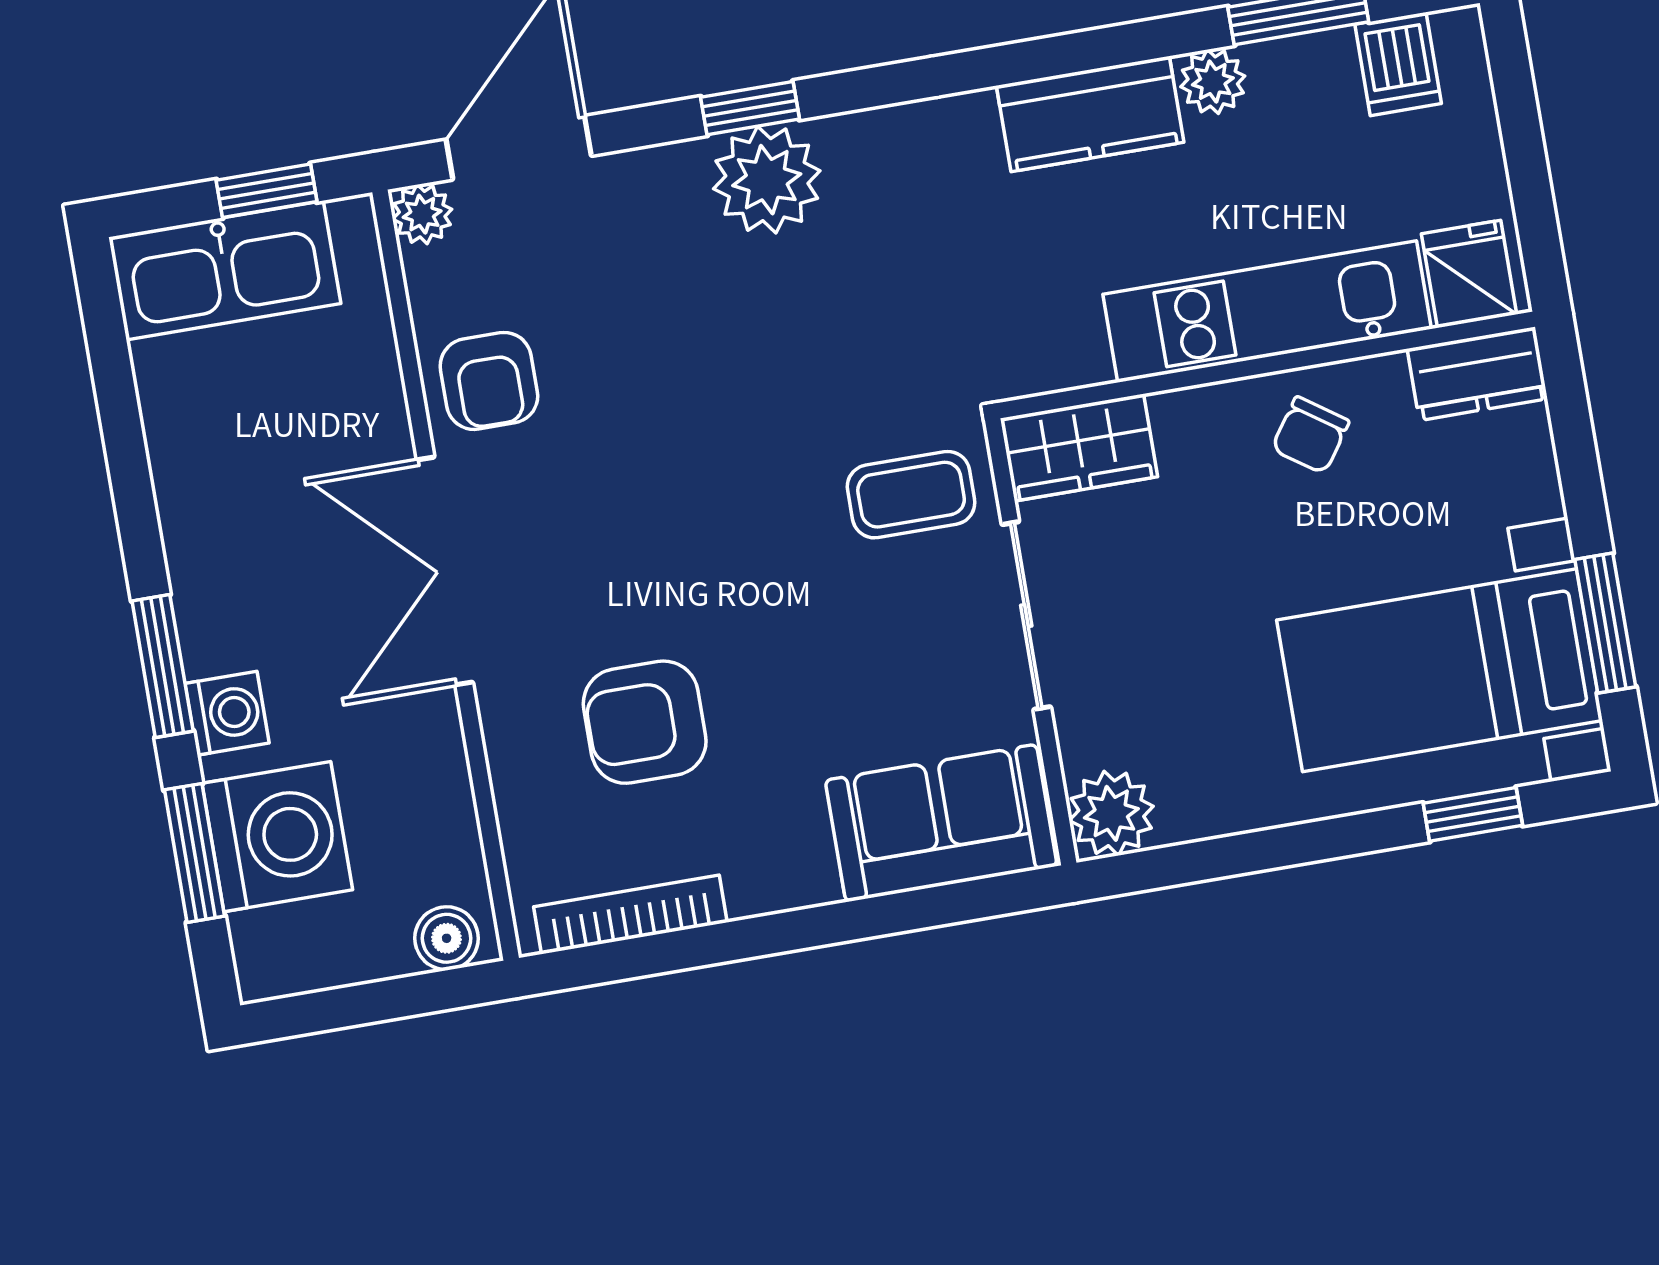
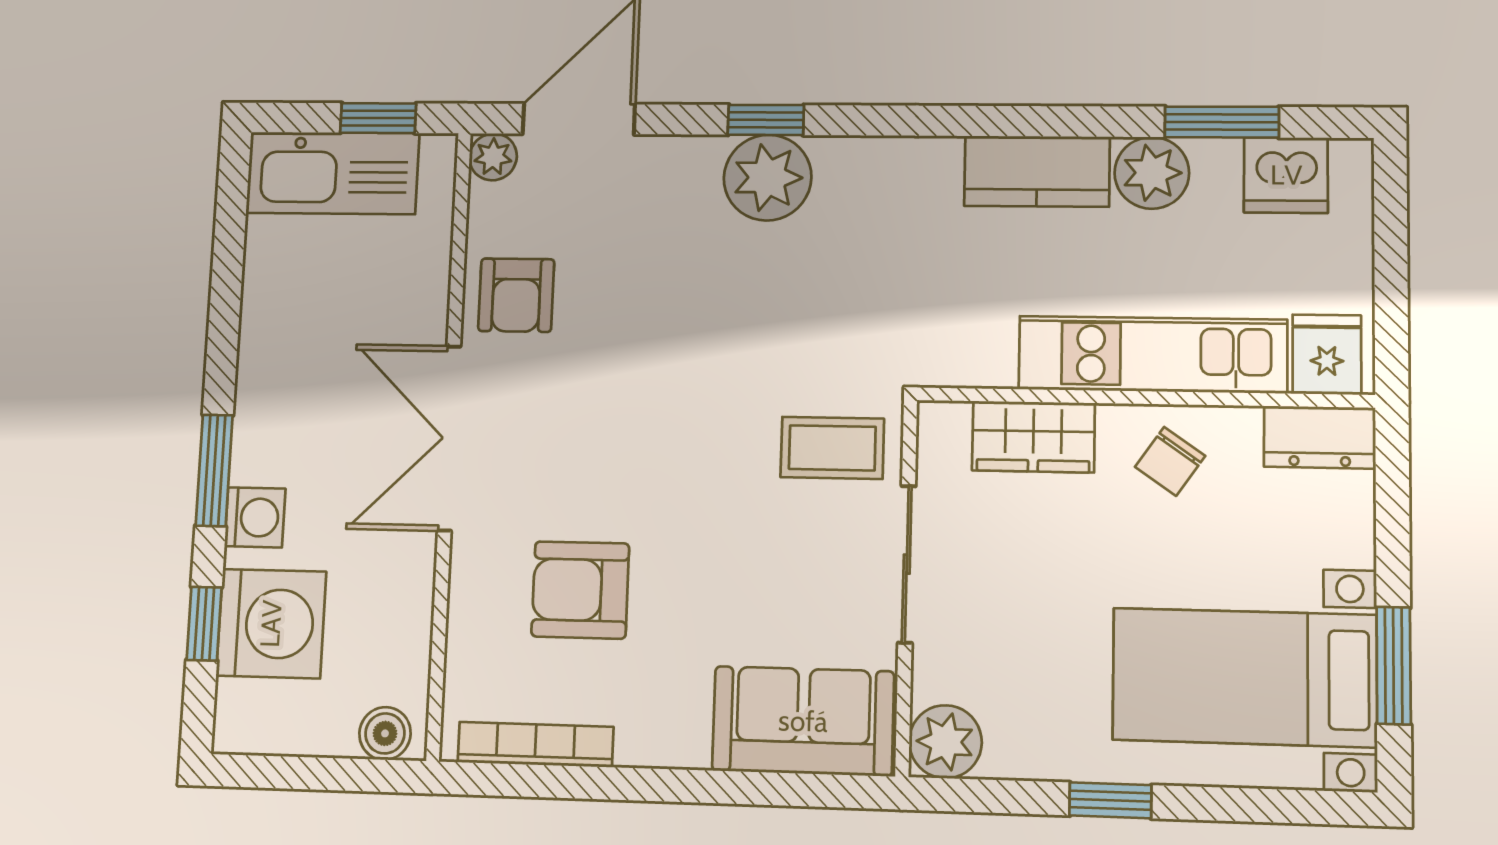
dishwasher: (1398, 64) -> (1286, 175), width x1.38
plant: (1213, 81) -> (1152, 173), width x1.38, depth x1.38
wardrobe: (1079, 448) -> (1033, 437), moved
window: (1473, 814) -> (1110, 800), moved
window: (195, 853) -> (204, 624), width x0.67

